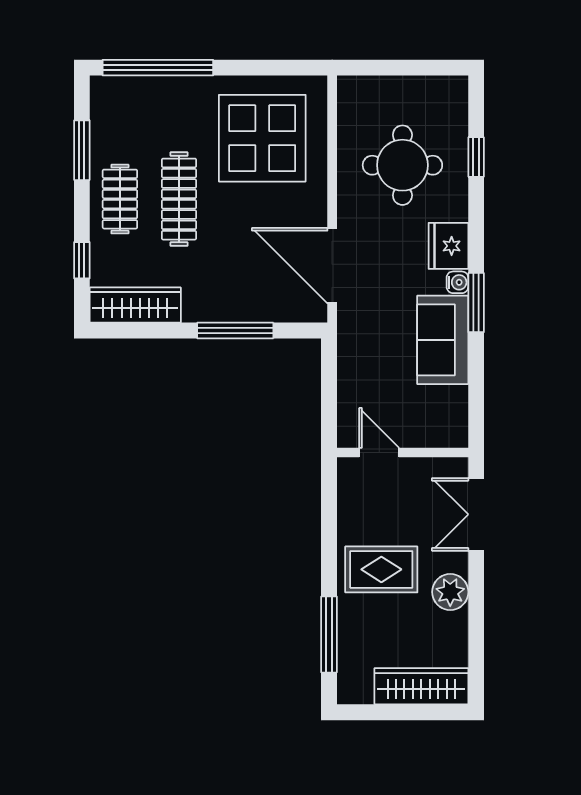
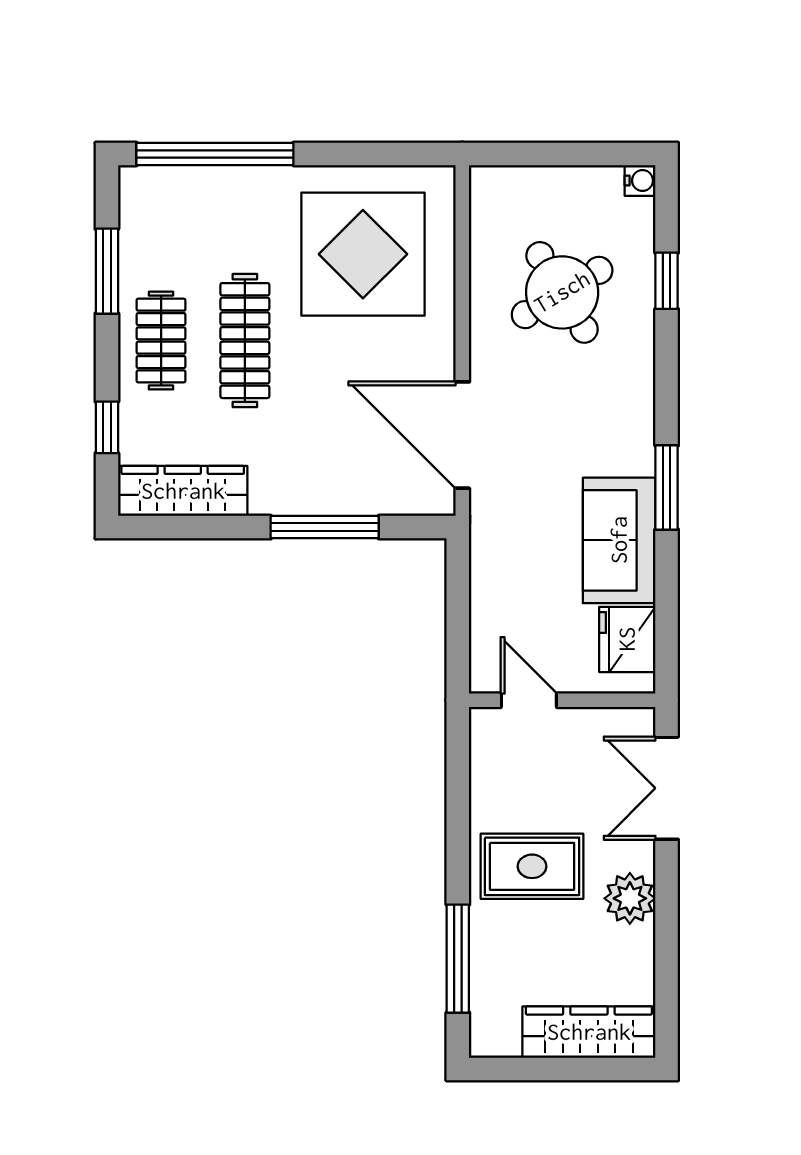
round table: (402, 165) -> (562, 292), turned -31
fridge: (448, 246) -> (627, 639), moved
water cooler: (457, 282) -> (640, 181), moved

